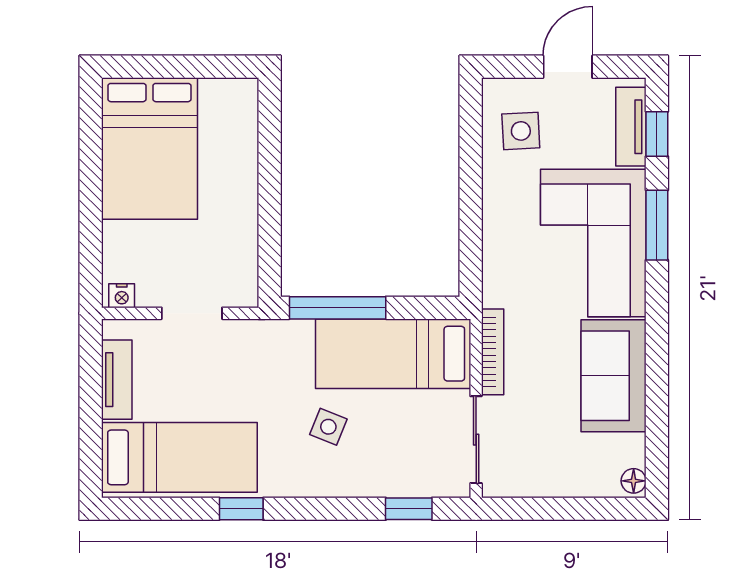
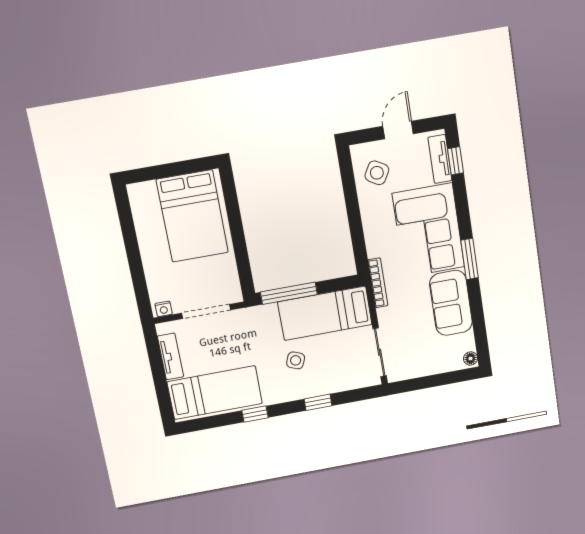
side table: (521, 131) -> (377, 173), turned 33
bed: (149, 149) -> (192, 216), moved
window: (657, 225) -> (470, 259), moved
doorway: (192, 313) -> (206, 311), width x1.38
bookcase: (493, 352) -> (378, 283), moved
window: (409, 509) -> (318, 402), moved

